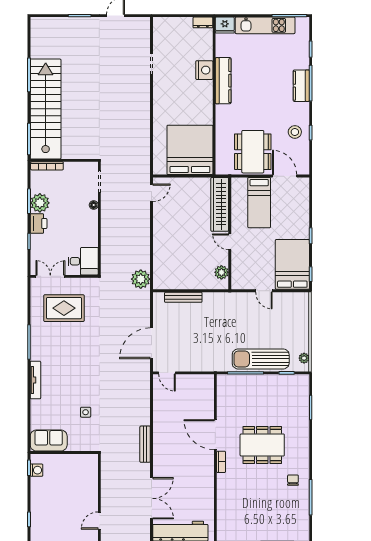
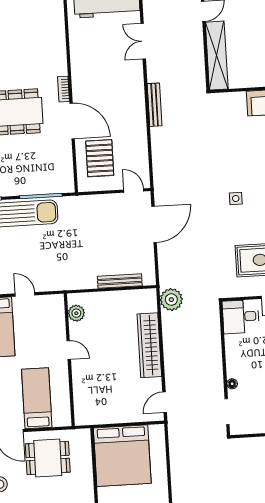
dining table: (253, 152) -> (48, 458), width x0.73
wardrobe: (220, 204) -> (149, 345), moved, turned 180
pallet: (194, 402) -> (100, 158), added
side table: (86, 412) -> (236, 199), moved
shelving: (90, 483) -> (217, 56), added
double door: (152, 498) -> (143, 41), width x0.73

